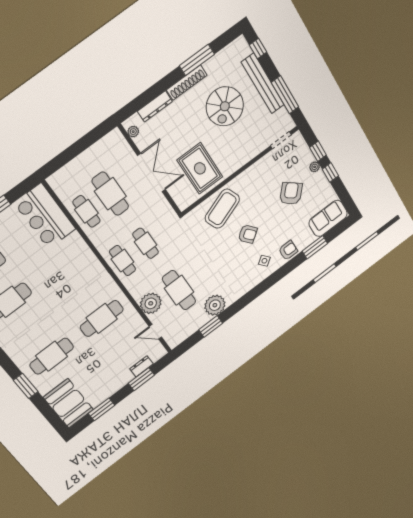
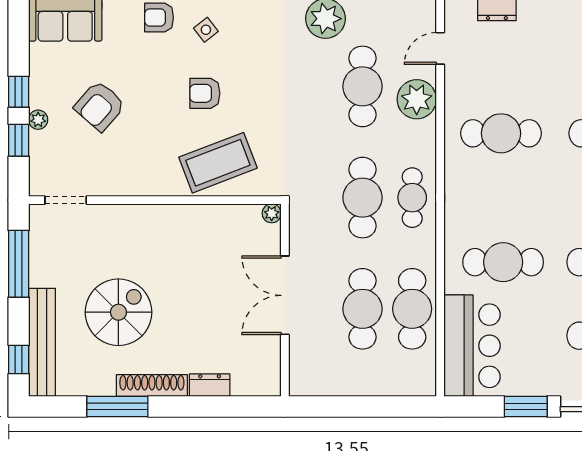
bench: (263, 84) -> (42, 342), moved
dresser: (155, 106) -> (210, 385), width x0.70
plant: (133, 132) -> (272, 213), moved
rug: (200, 168) -> (212, 249), removed
cafe table: (86, 211) -> (412, 309), width x1.37, depth x1.35
armchair: (248, 234) -> (205, 93), turned -52
cafe table: (146, 243) -> (363, 198), width x1.37, depth x1.35
cafe table: (59, 265) -> (503, 262), added
door: (155, 332) -> (440, 48), swing flipped

